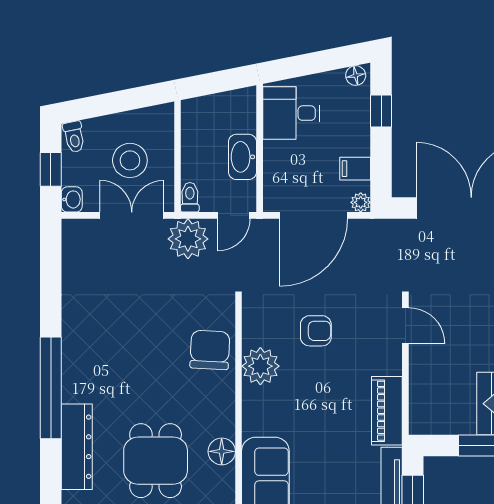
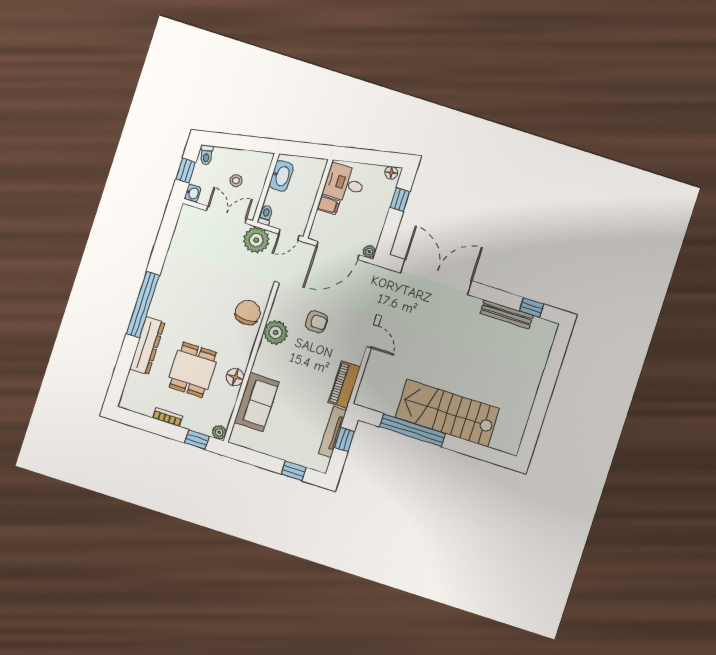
washbasin: (243, 157) -> (281, 176), moved, turned 180
stool: (130, 160) -> (236, 181), width x0.53, depth x0.53
filing cabinet: (355, 169) -> (328, 205), moved, turned 180

